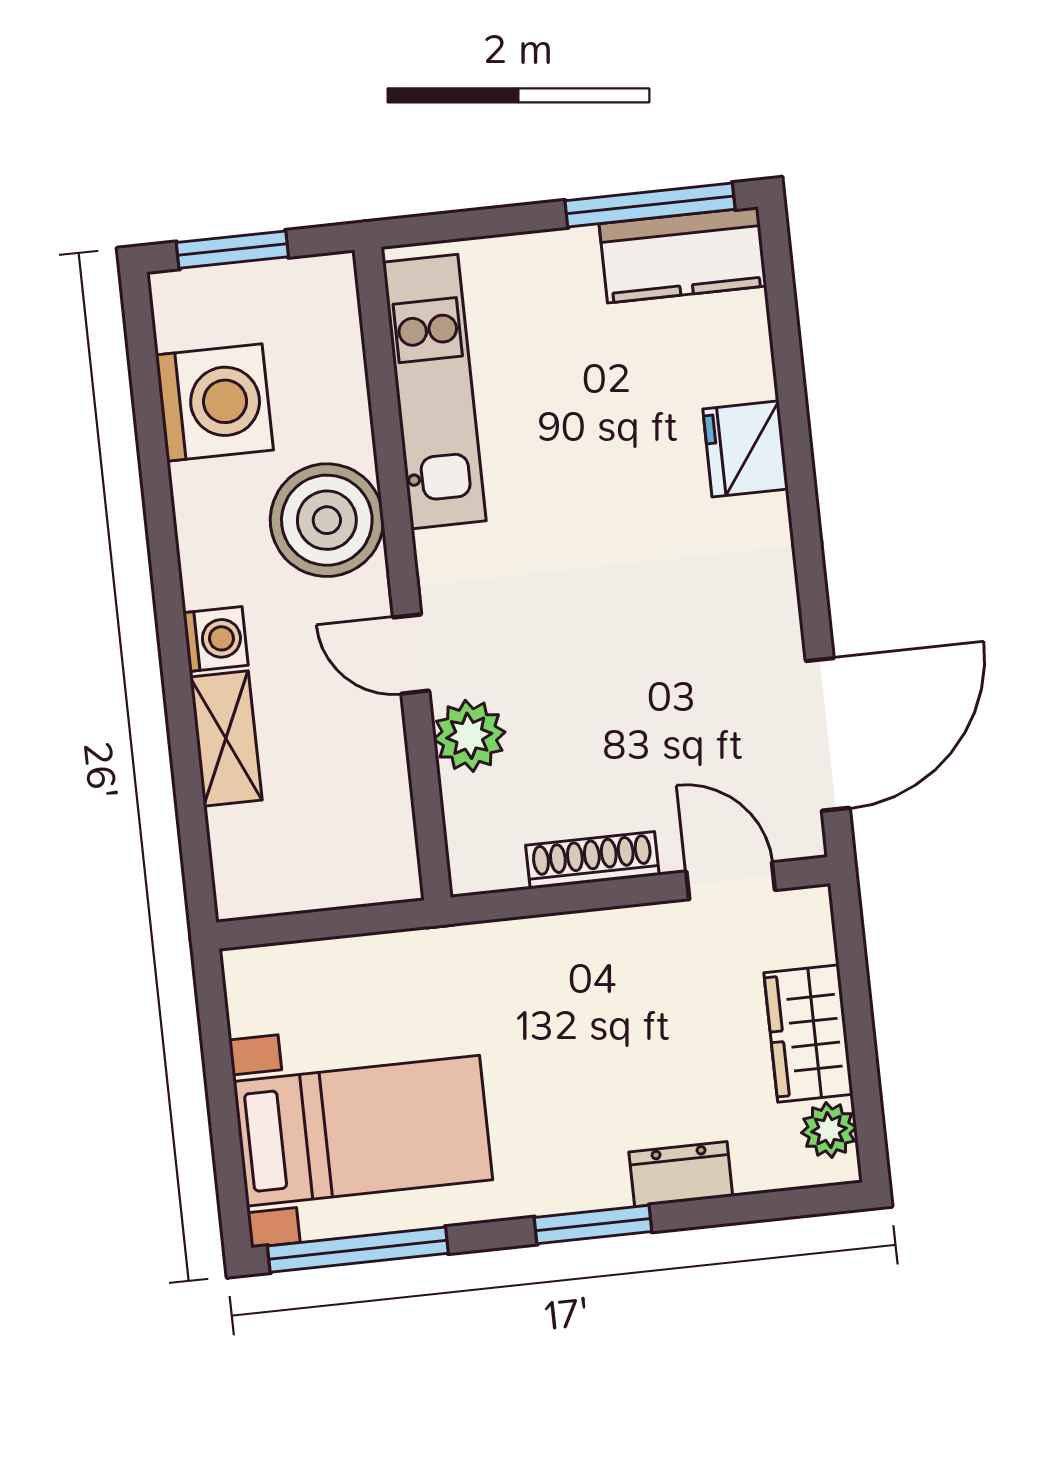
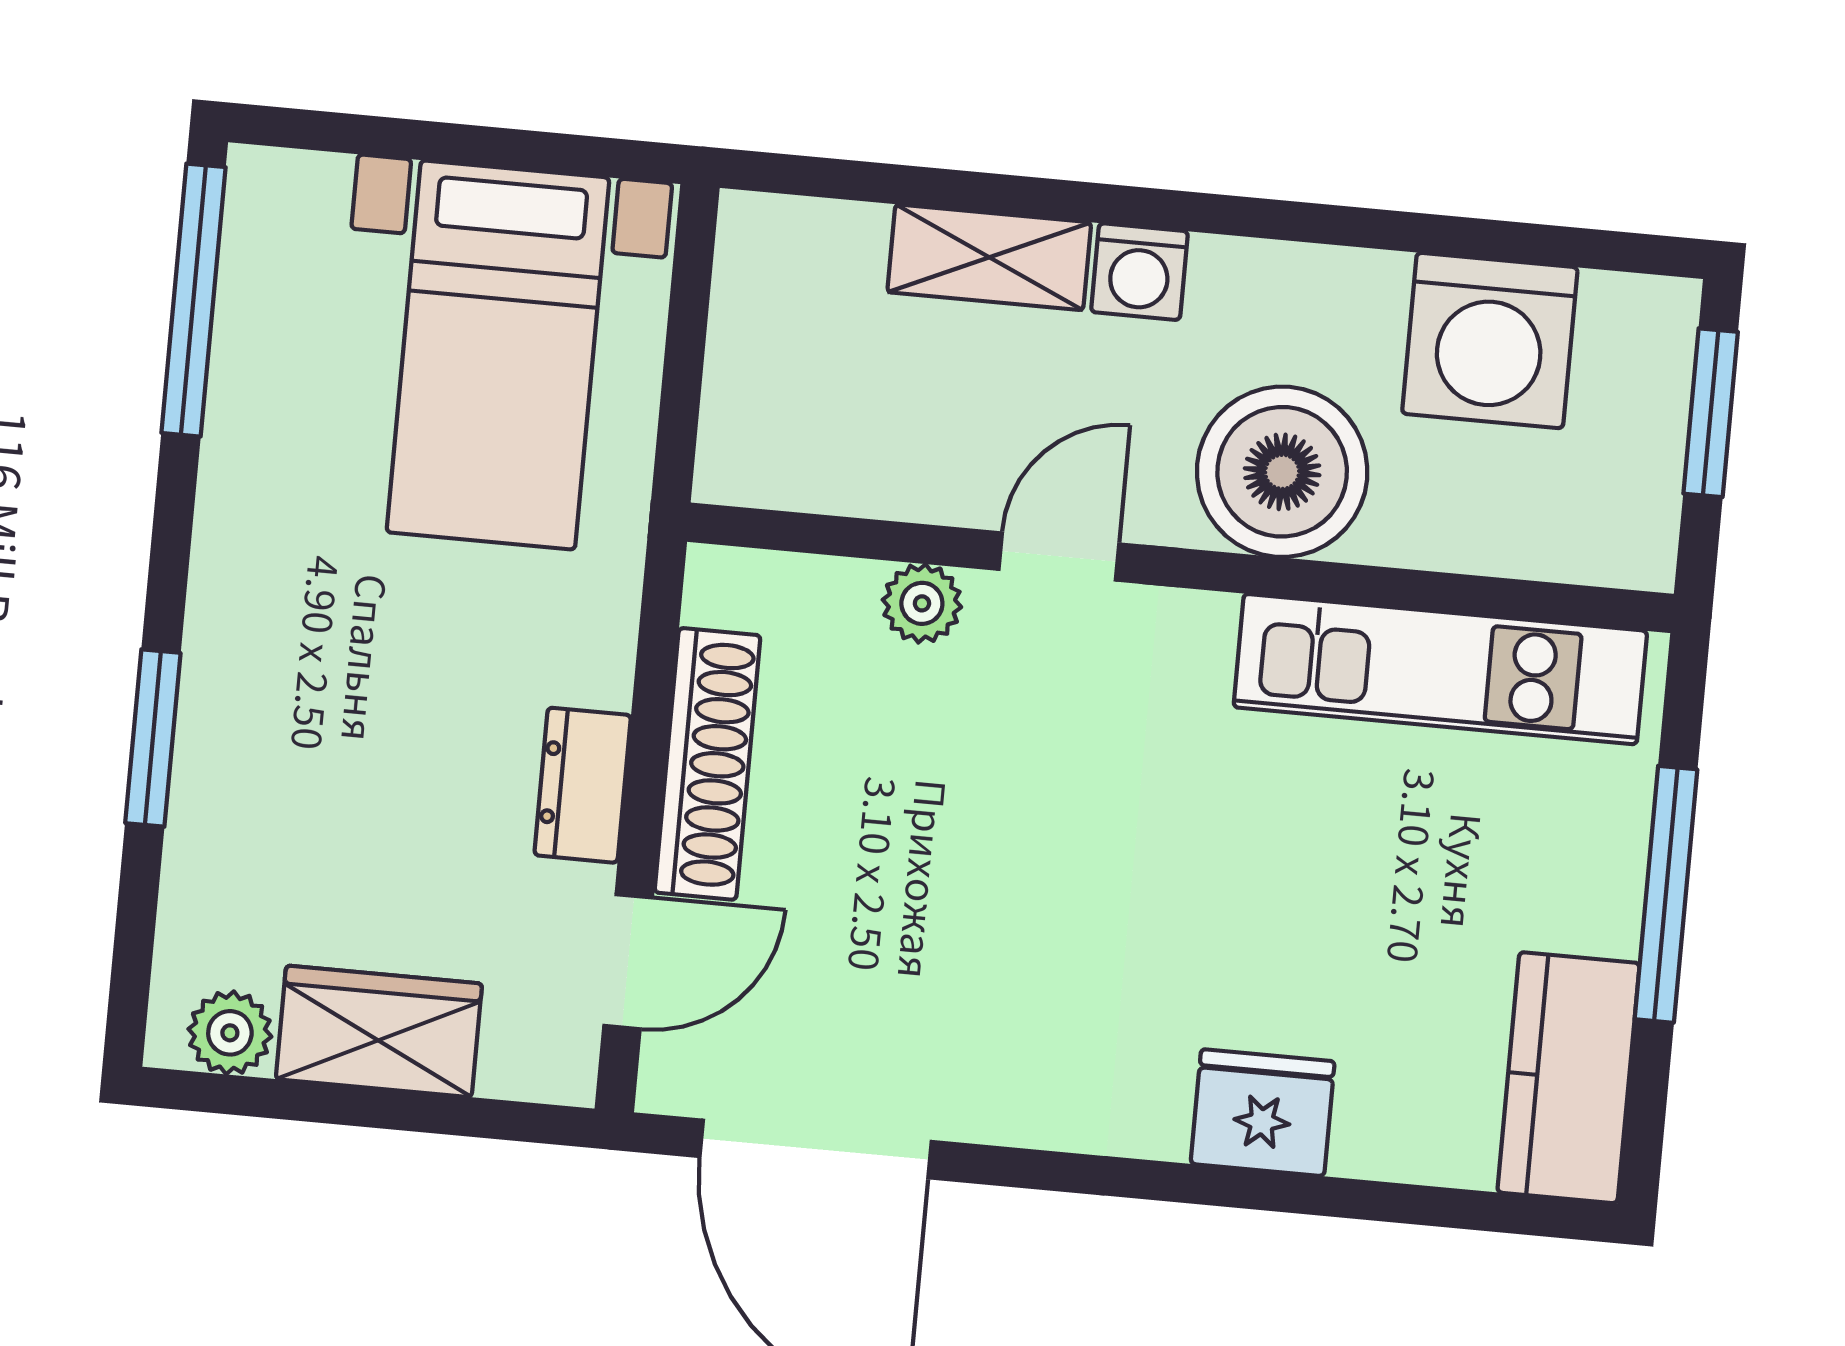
window: (650, 205) -> (1666, 894), moved
plant: (469, 736) -> (922, 603), width x0.73, depth x0.73
shoe rack: (592, 860) -> (708, 764), width x1.36, depth x1.24
bed with nightstands: (363, 1131) -> (498, 355), moved
dresser: (681, 1174) -> (583, 785), moved, turned 180
window: (593, 1224) -> (153, 738), moved

